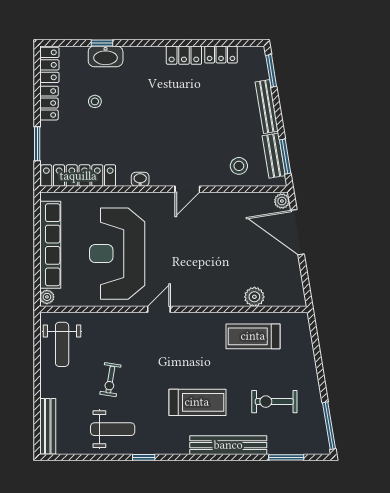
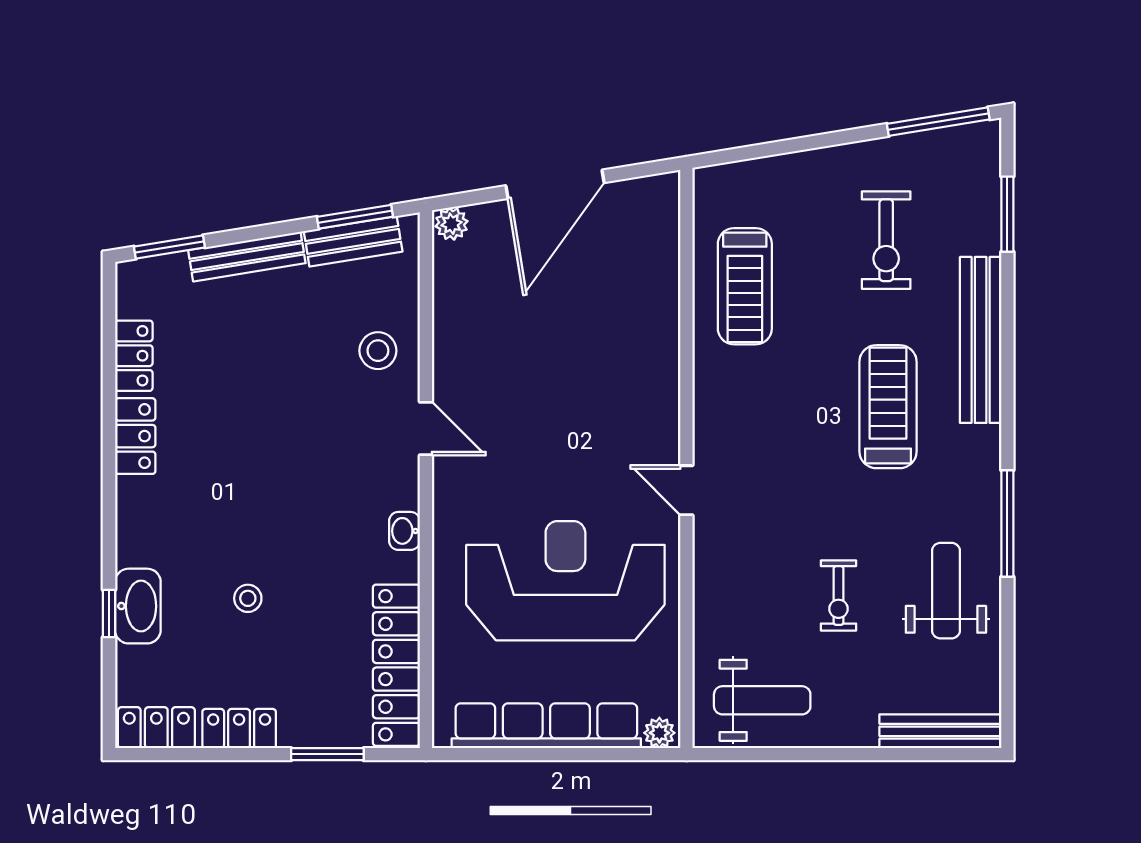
stool: (95, 101) -> (248, 598), moved
stool: (239, 166) -> (378, 351), moved
door: (297, 232) -> (555, 184), moved
reception desk: (117, 254) -> (565, 581), turned 180
plant: (254, 297) -> (659, 283), removed
exercise bike: (110, 380) -> (838, 596), turned 81
window: (144, 457) -> (1007, 523), width x2.17

